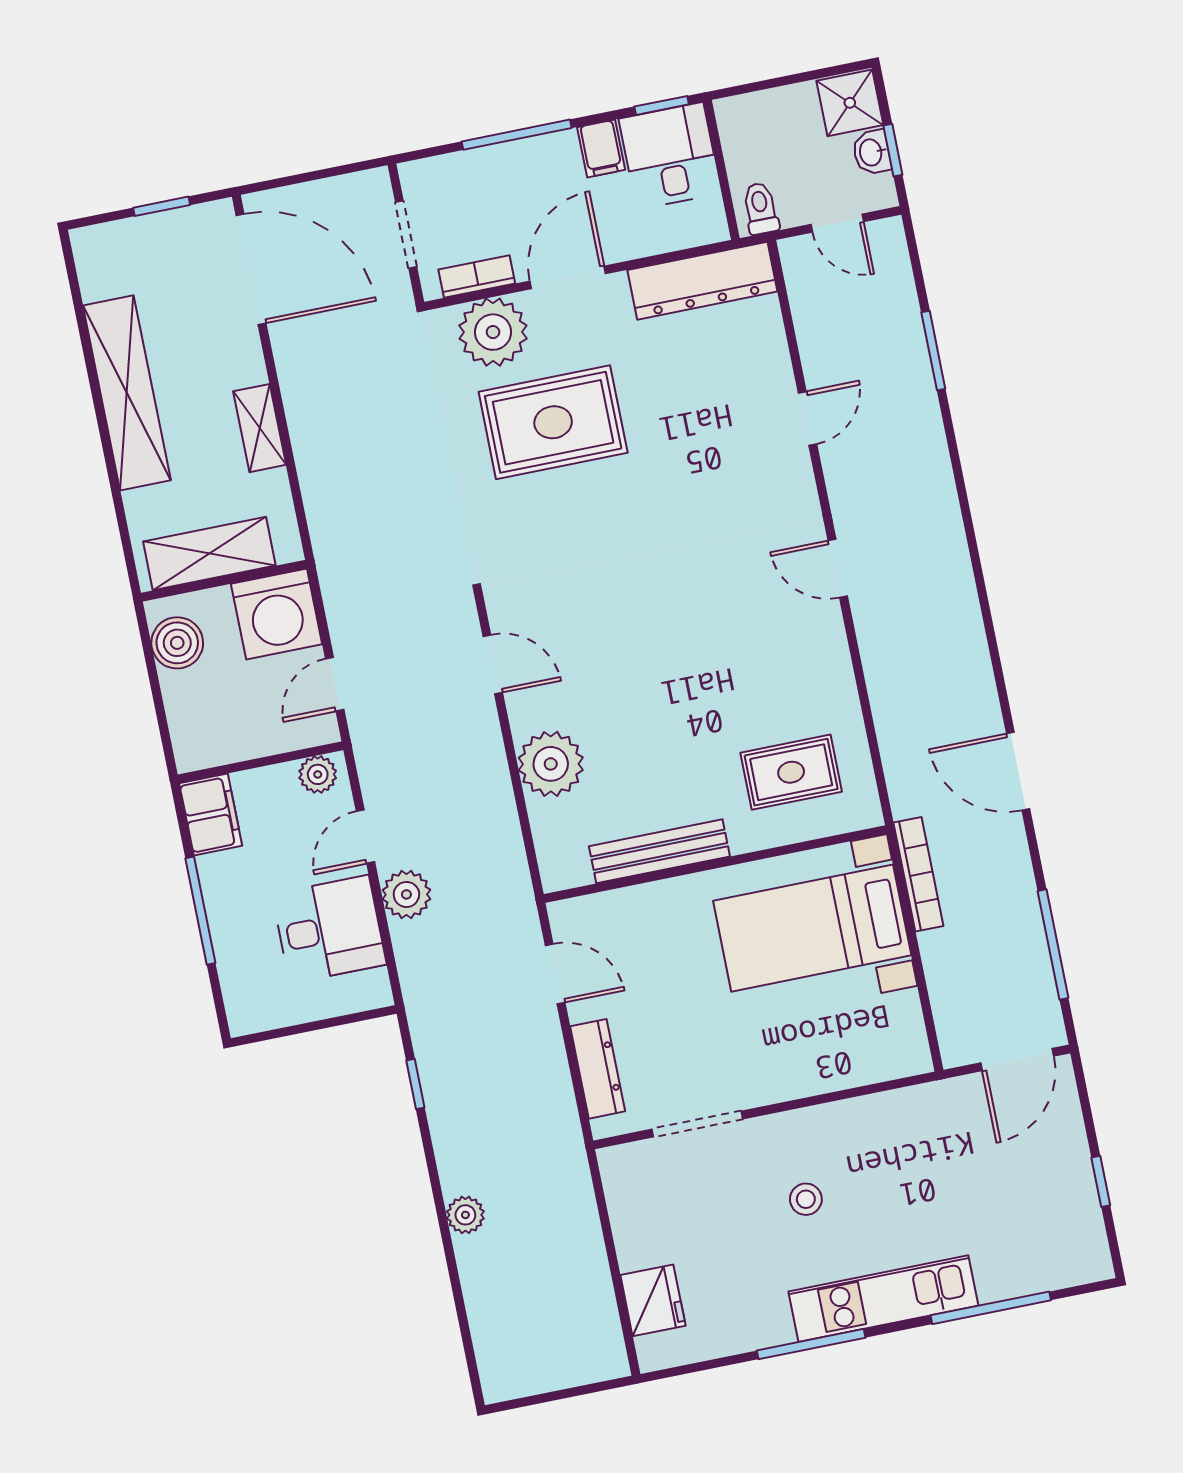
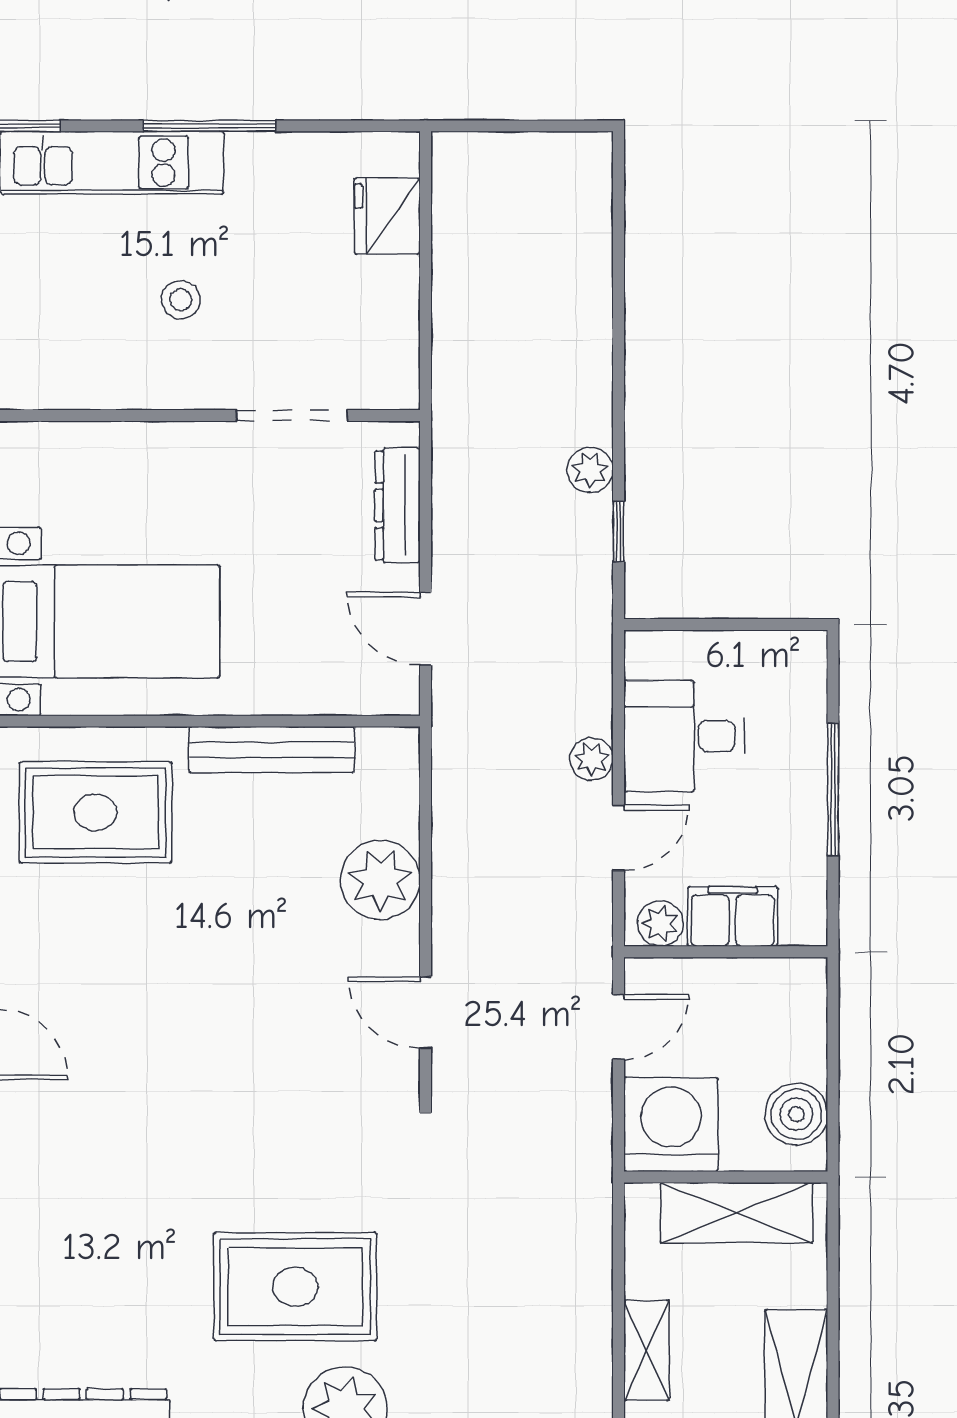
rug: (791, 772) -> (96, 812), width x1.36, depth x1.43
filing cabinet: (211, 814) -> (733, 916), moved, turned 90
plant: (406, 894) -> (592, 759), width x0.73, depth x0.73
plant: (465, 1215) -> (590, 470), moved

